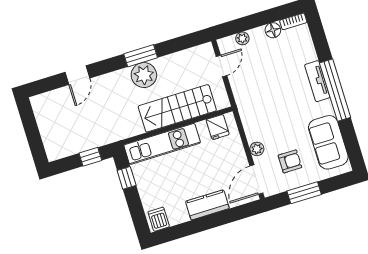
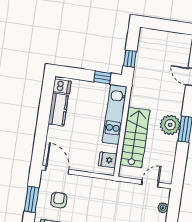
door: (222, 66) -> (150, 183), swing flipped
plant: (257, 149) -> (79, 181), removed
armchair: (290, 161) -> (59, 200), turned 180
kitchen counter: (207, 205) -> (58, 109), moved

